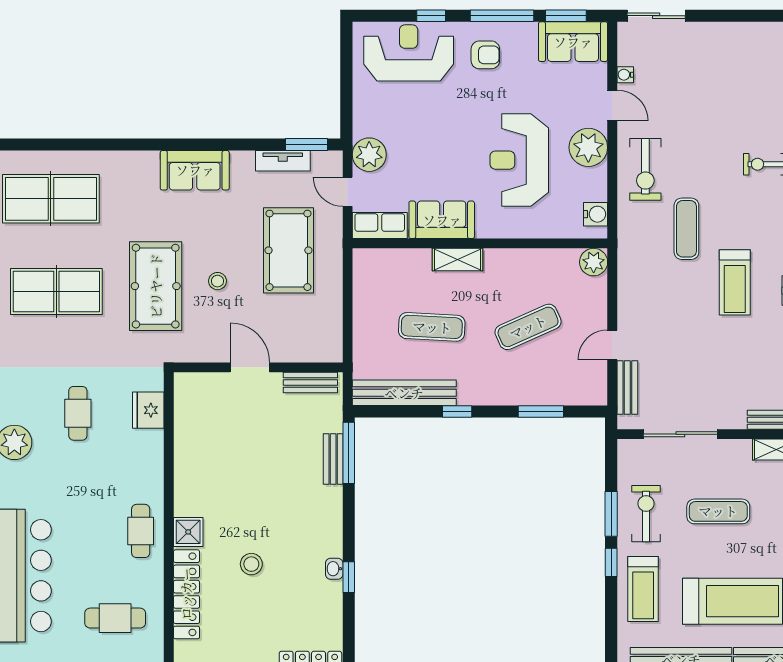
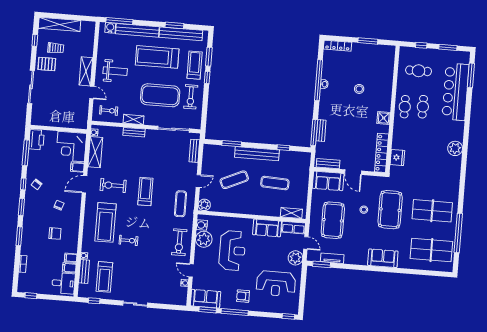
window: (431, 16) -> (288, 316), moved
sliding door: (656, 16) -> (135, 304), moved
reception desk: (409, 53) -> (276, 284), moved
plant: (588, 147) -> (204, 239), moved
exercise bike: (645, 169) -> (179, 242), turned 180
sofa: (195, 170) -> (383, 258), moved
exercise mat: (686, 229) -> (180, 204), moved
shelving: (457, 259) -> (291, 213), moved
sofa: (307, 342) -> (328, 181), added
door: (612, 345) -> (198, 181), moved
bench: (404, 393) -> (257, 154), moved
window: (457, 412) -> (283, 148), moved
cafe table: (78, 413) -> (423, 107), moved
exercise mat: (718, 511) -> (160, 95), width x2.00, depth x1.45
window: (611, 514) -> (209, 57), moved
shower: (188, 532) -> (384, 118), moved
window: (349, 577) -> (318, 80), width x3.17
locker: (186, 594) -> (382, 153), moved

